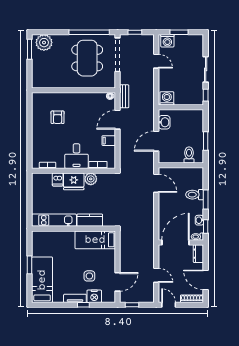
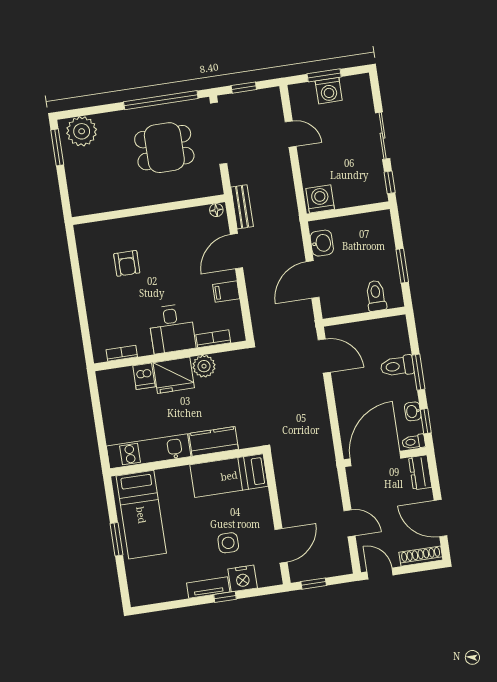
washing machine: (167, 41) -> (329, 91), moved
dining table: (87, 58) -> (164, 148), width x0.73
bed: (42, 280) -> (141, 515), moved, turned 180

